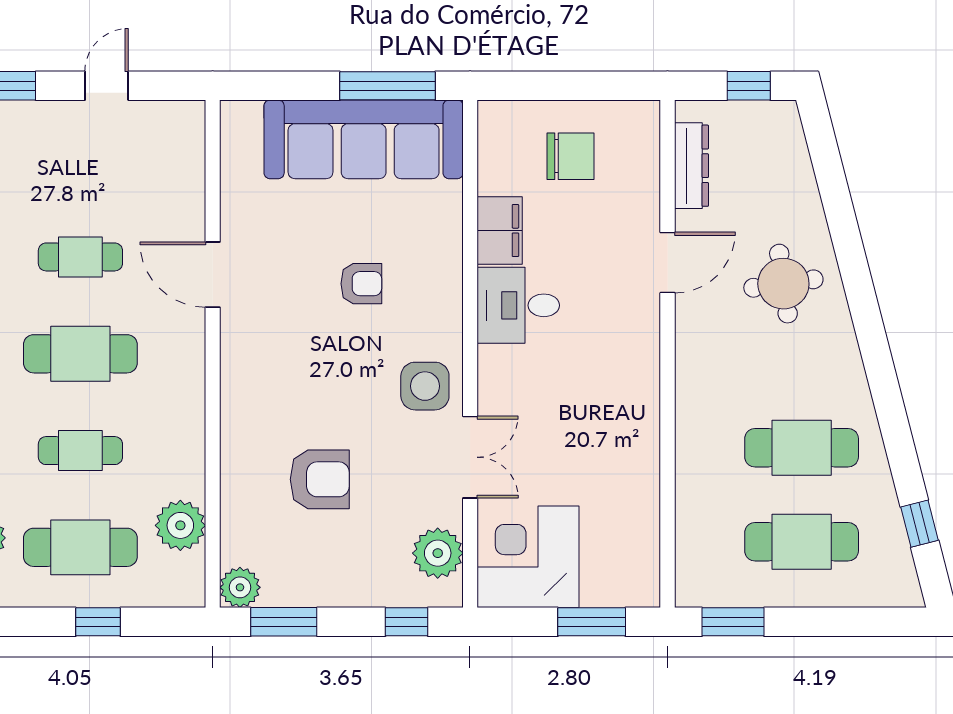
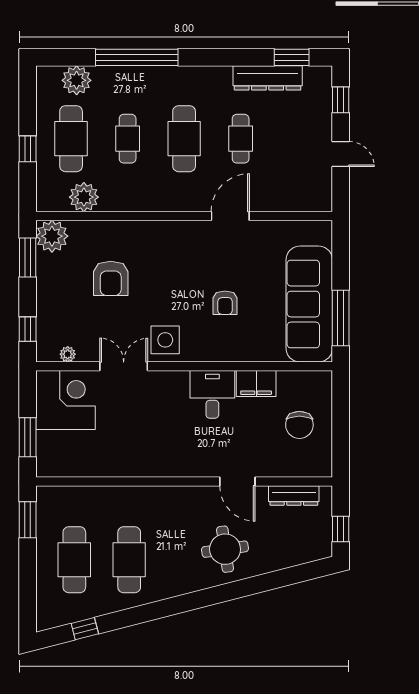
double door: (470, 457) -> (124, 366), swing flipped
plant: (438, 553) -> (68, 354), width x0.53, depth x0.53
plant: (240, 587) -> (52, 236), width x1.36, depth x1.36

